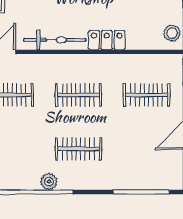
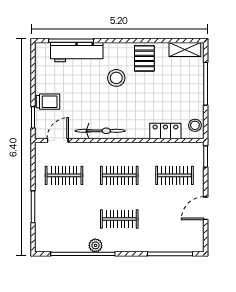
locker: (107, 40) -> (165, 131), moved

